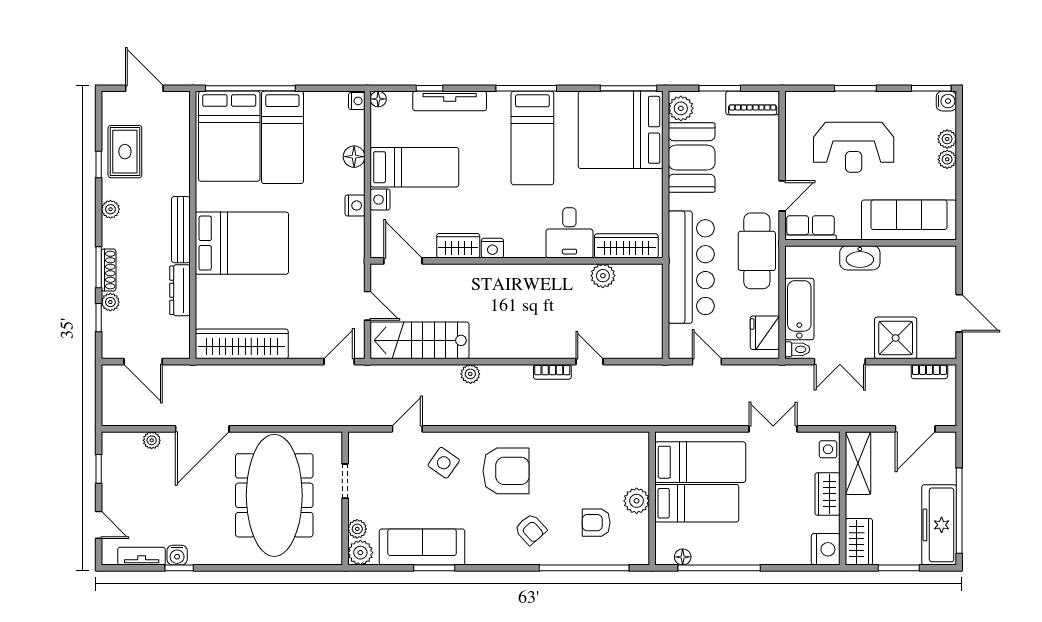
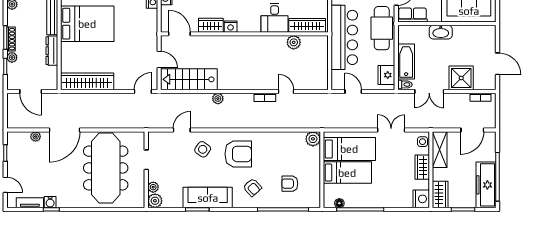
plant: (637, 501) -> (313, 139), moved
sofa: (422, 547) -> (208, 198), moved

